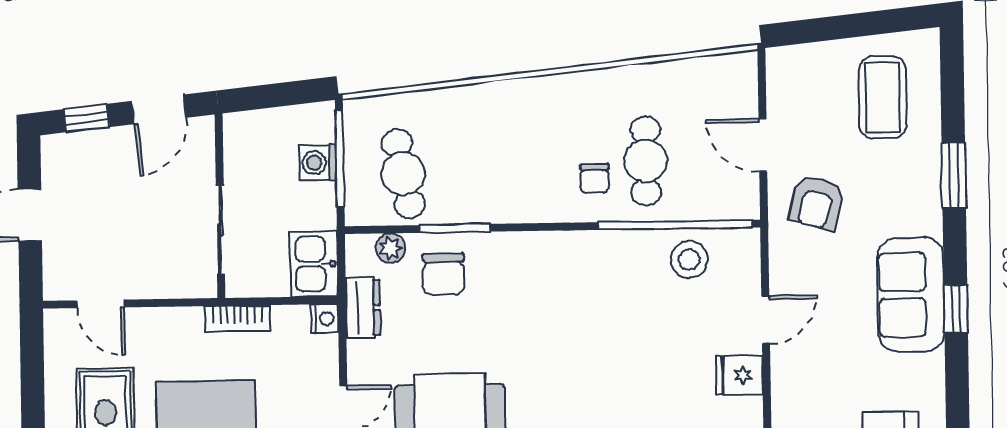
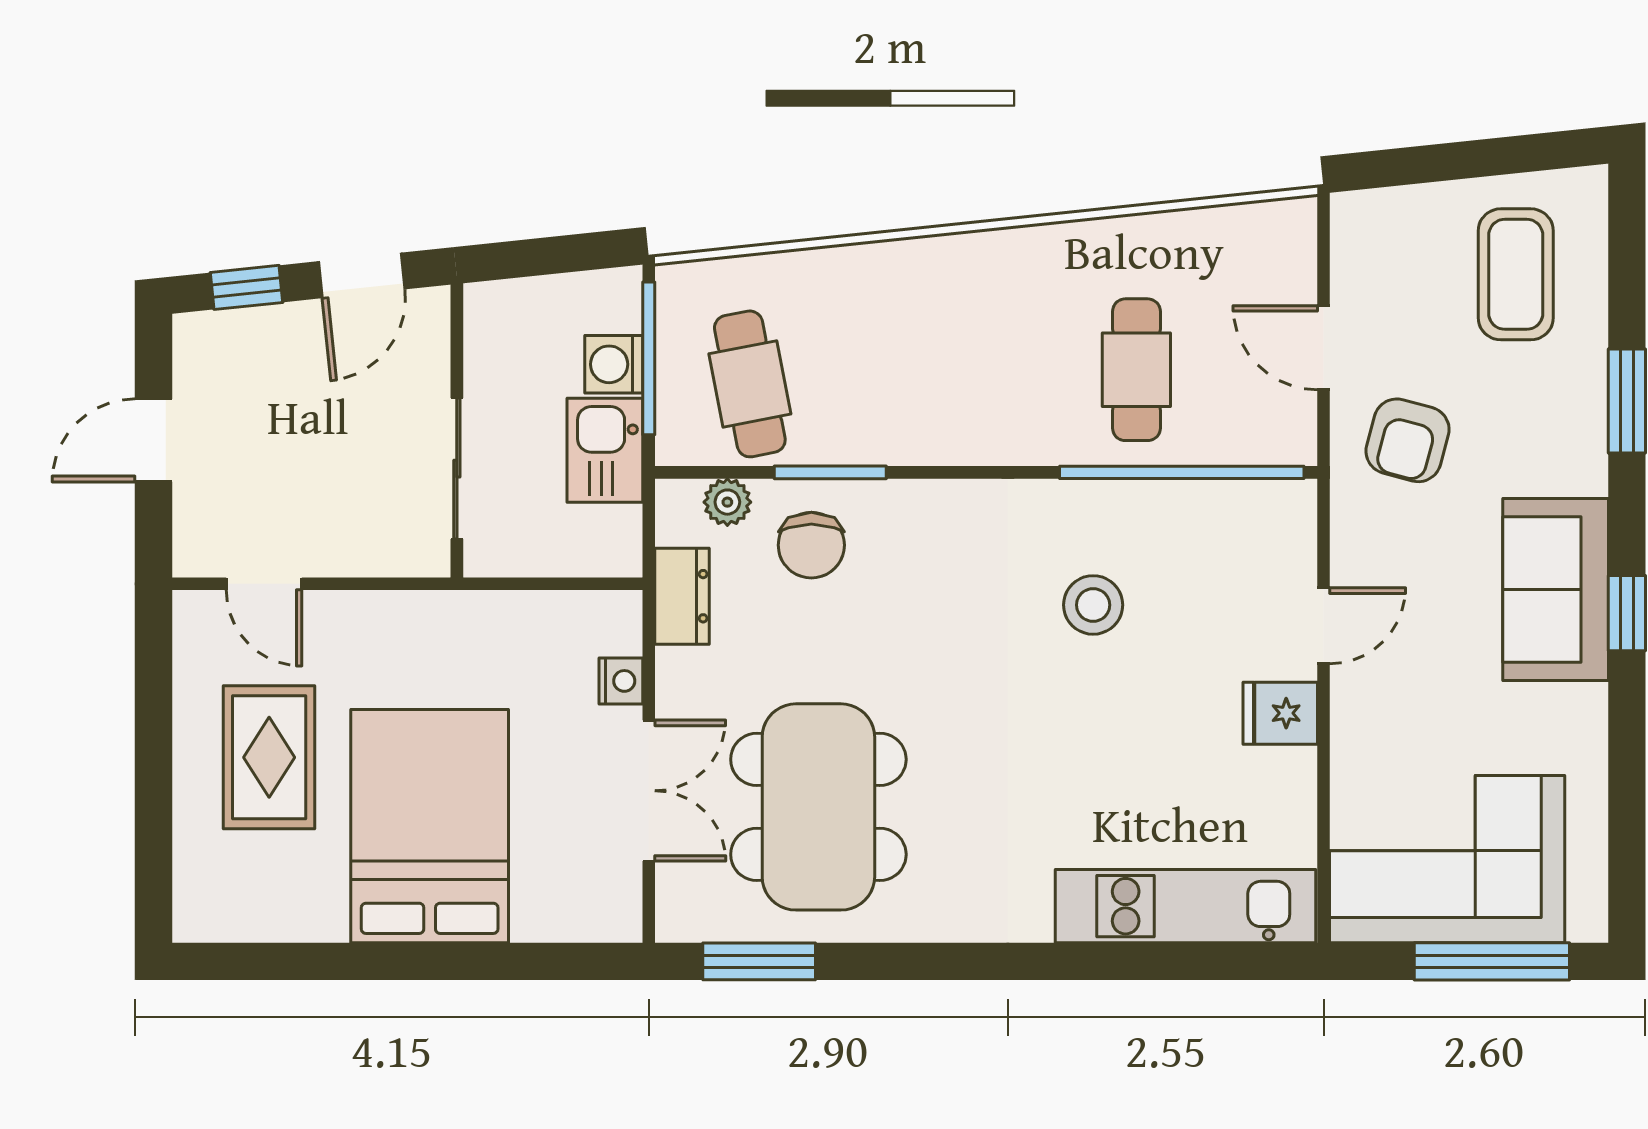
chair: (595, 178) -> (1054, 396), removed
stool: (689, 260) -> (1093, 605), moved
kitchen sink: (314, 264) -> (605, 450), moved
bookcase: (237, 319) -> (482, 611), removed
nightstand: (325, 319) -> (621, 681), moved

